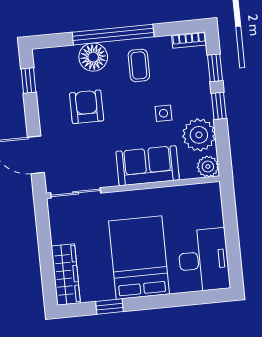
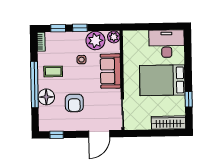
armchair: (87, 107) -> (74, 103), turned -90

